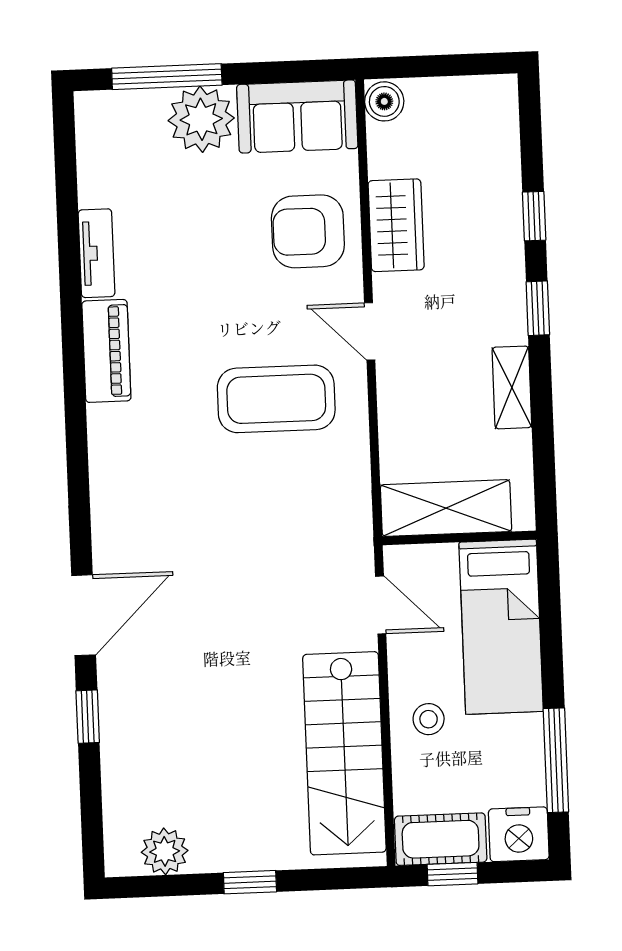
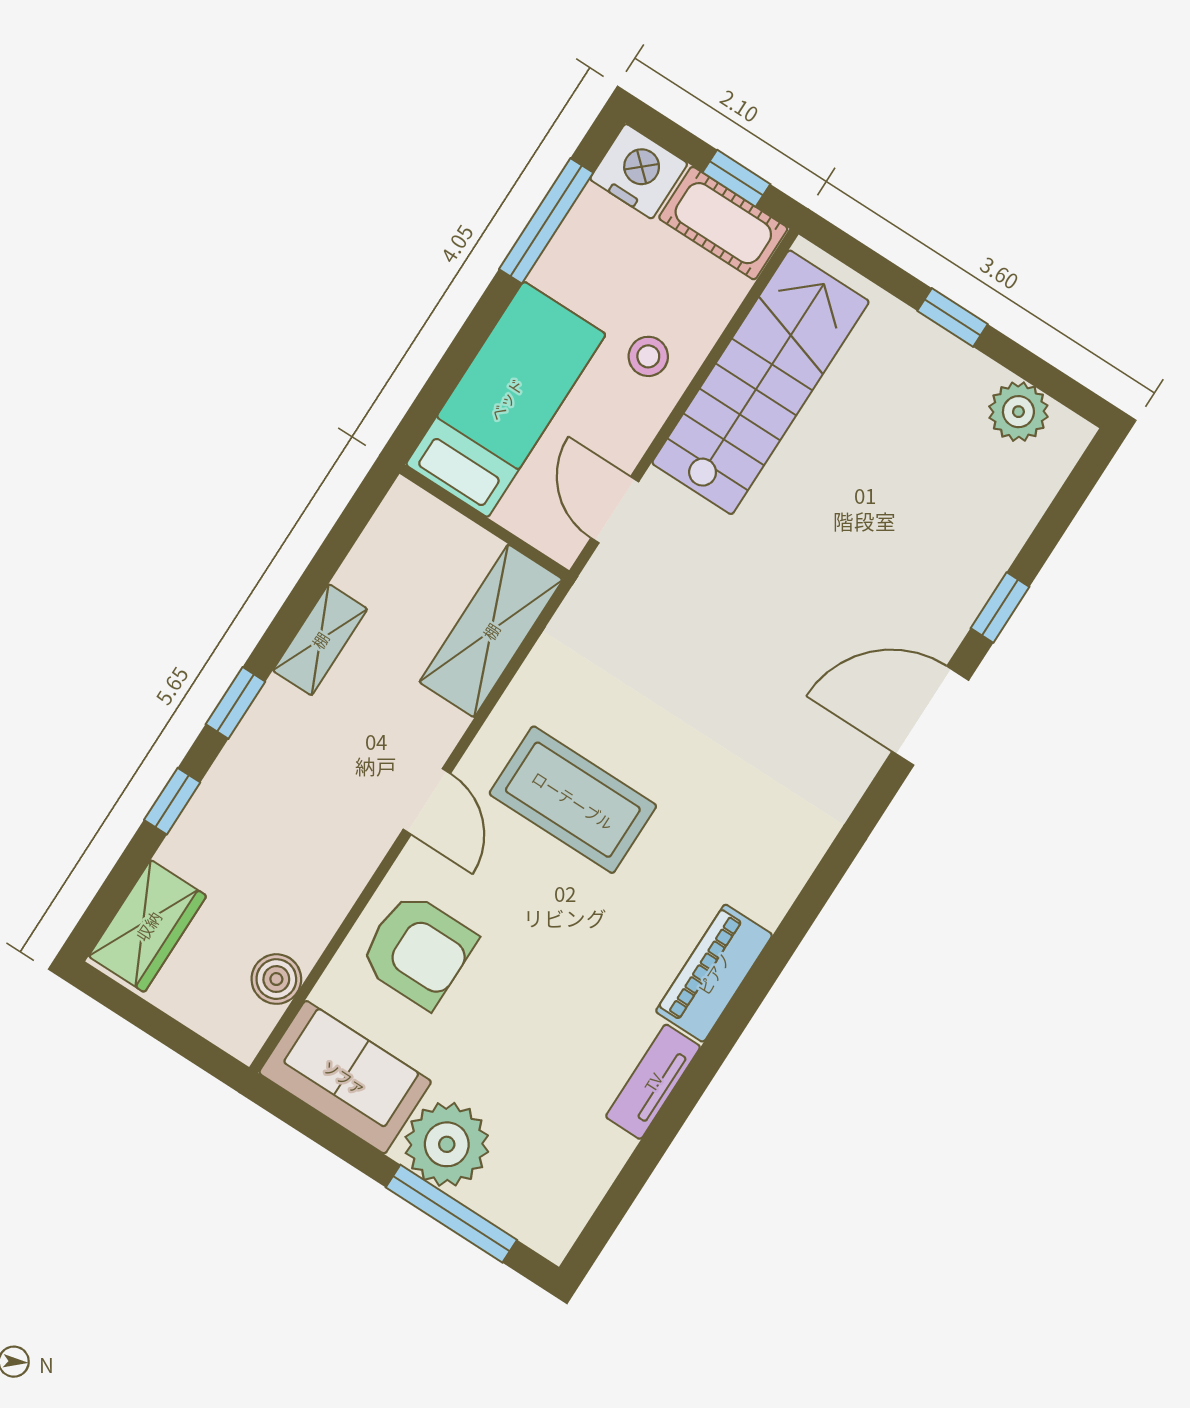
boiler: (384, 101) -> (276, 979), moved
wardrobe: (396, 225) -> (148, 926), moved, turned 180
shelving: (446, 508) -> (491, 631), moved, turned 90

